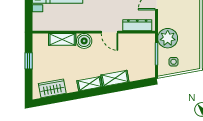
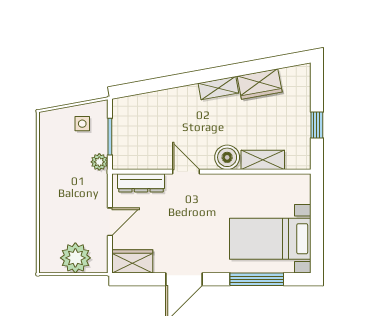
plant: (168, 38) -> (99, 162), width x0.53, depth x0.53
shelving: (115, 78) -> (177, 97), removed
wardrobe: (52, 88) -> (260, 84), moved

